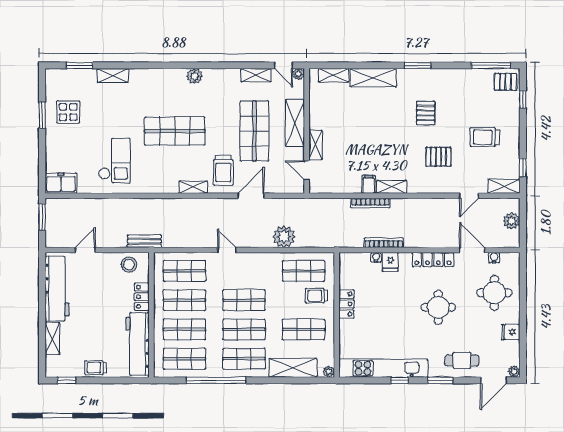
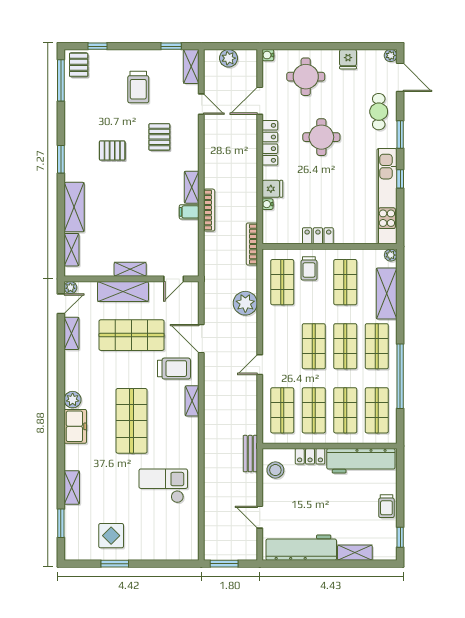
shelving: (315, 145) -> (130, 269), moved
freezer: (61, 183) -> (75, 426), moved, turned 180
bookcase: (384, 243) -> (252, 244), moved
water cooler: (494, 258) -> (268, 55), moved

